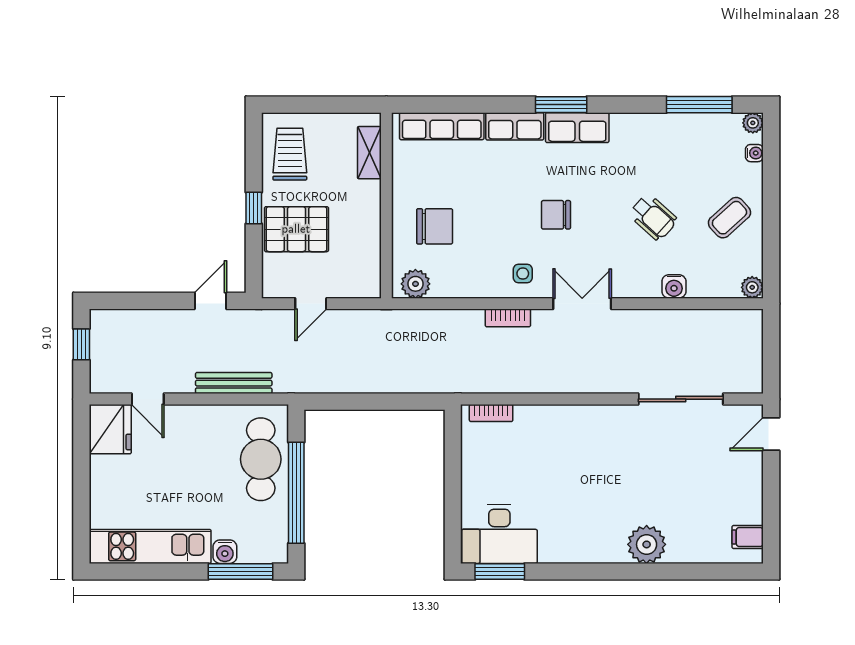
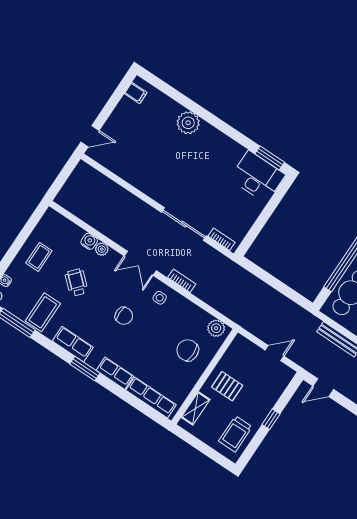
row of seats: (577, 128) -> (73, 344), moved
coffee table: (672, 144) -> (43, 312), added
coffee table: (729, 218) -> (39, 257), turned -48
pallet: (296, 229) -> (227, 386), moved, width x0.67, depth x0.71
plant: (752, 287) -> (102, 249), moved
sliding door: (681, 399) -> (184, 224), moved

